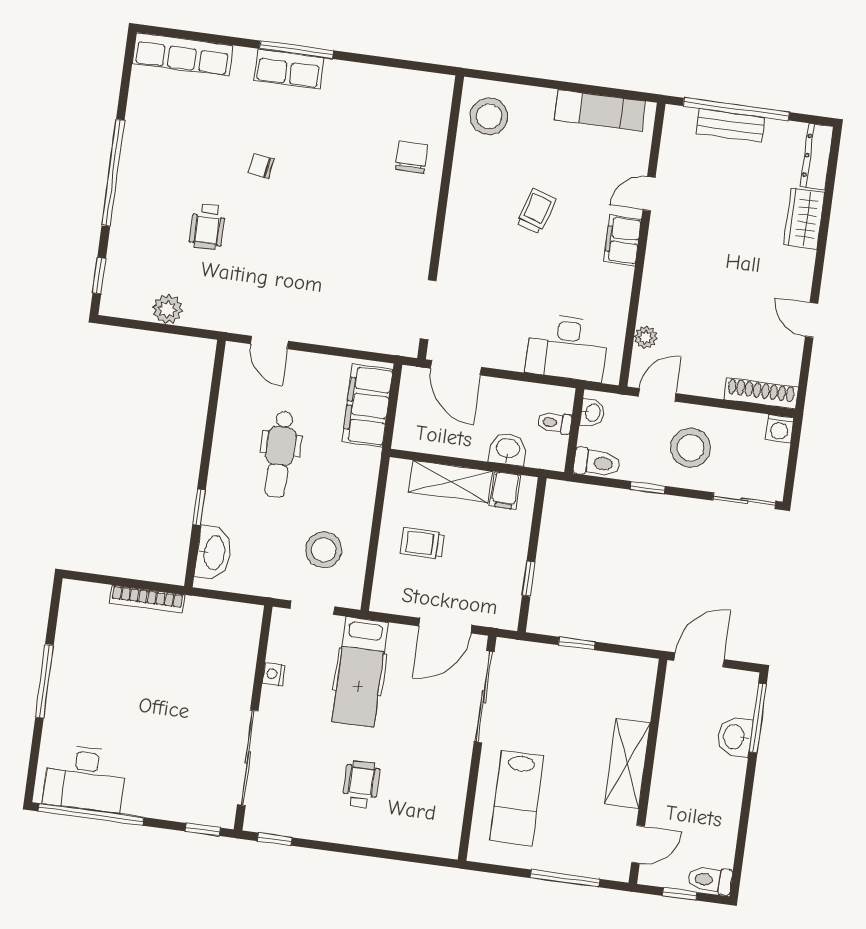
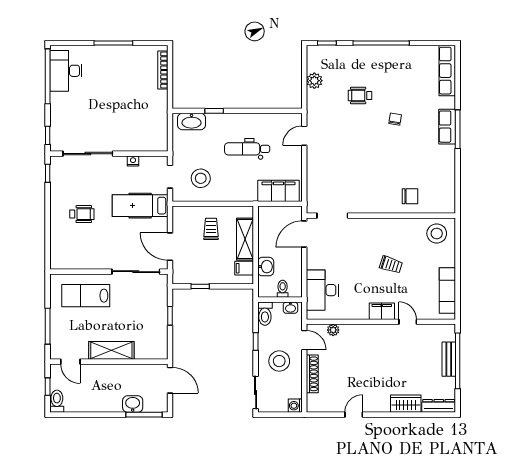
shoe rack: (761, 393) -> (312, 374), moved
bookcase: (147, 599) -> (163, 70), moved

